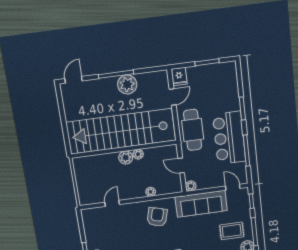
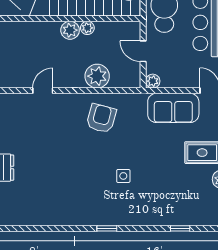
plant: (151, 192) -> (97, 76), width x1.88, depth x1.88
sofa: (201, 204) -> (173, 108), width x0.73

